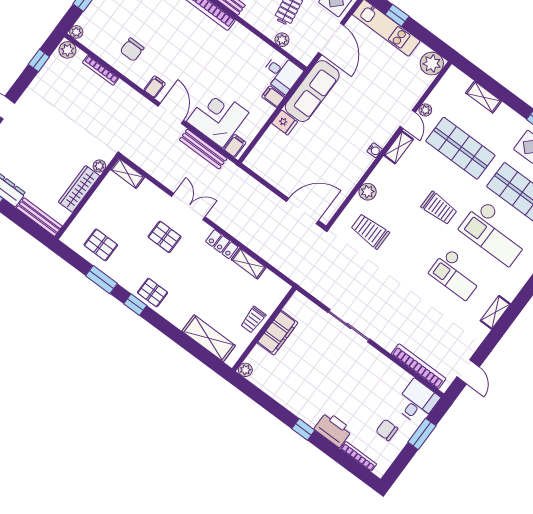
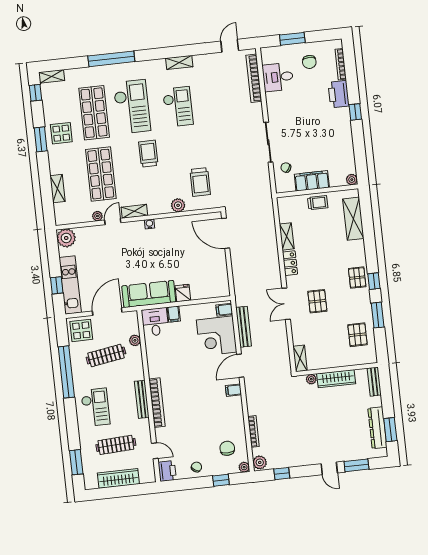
chair: (132, 50) -> (227, 448), moved, turned -90
bench: (39, 217) -> (374, 382), width x0.73
chair: (311, 320) -> (286, 168), added
desk: (417, 402) -> (278, 77), moved

